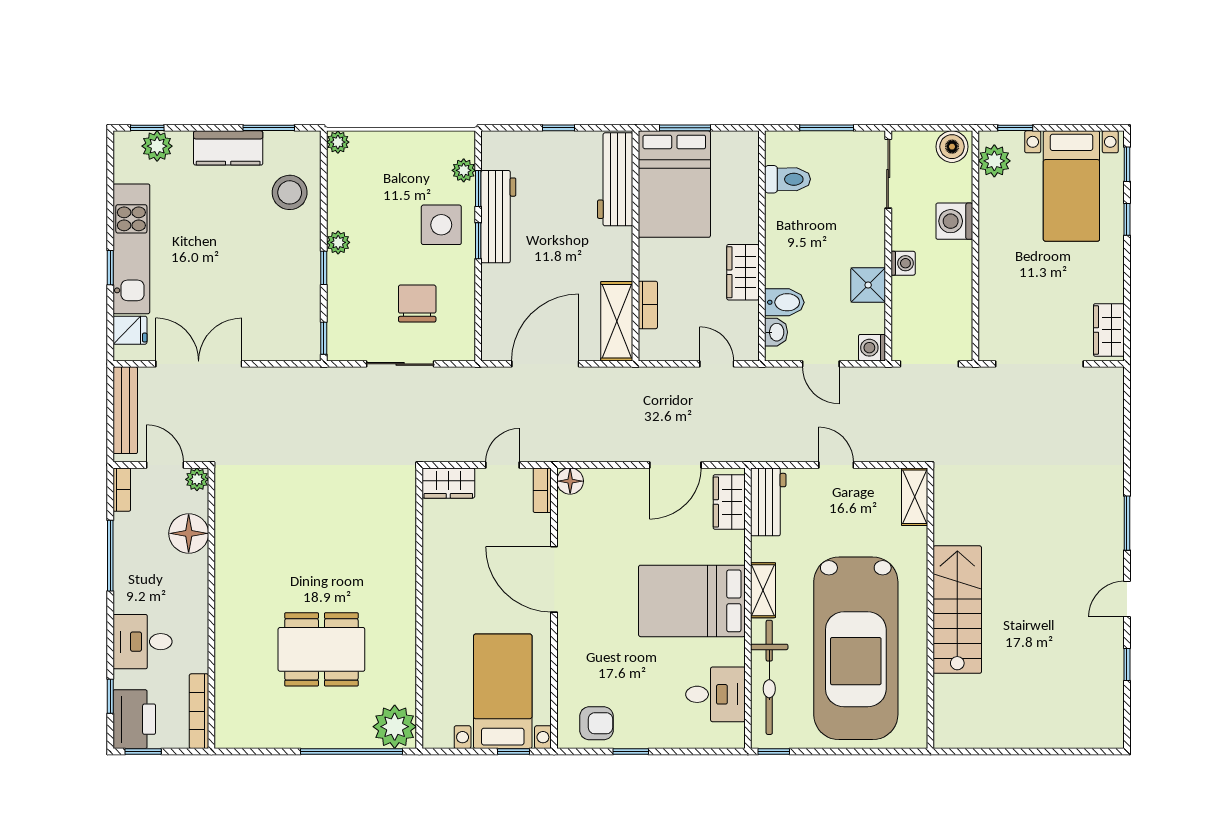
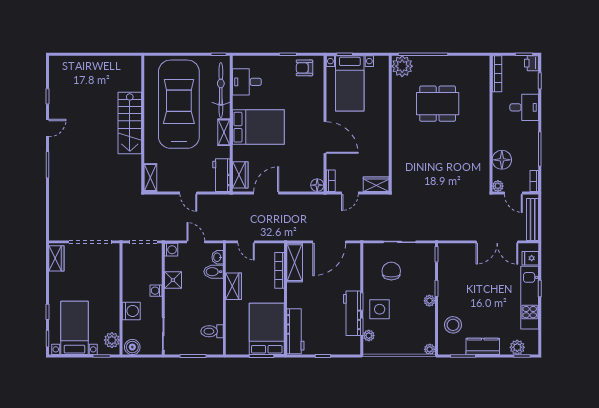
chair: (417, 304) -> (391, 271), turned 180
bookcase: (648, 305) -> (280, 270), width x1.56
printer: (134, 719) -> (532, 63), width x0.53, depth x0.68

